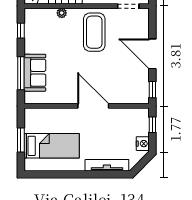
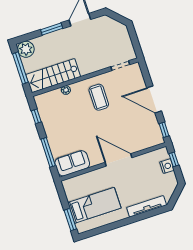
coffee table: (94, 32) -> (99, 97), width x0.73, depth x0.76
sofa: (35, 73) -> (72, 163), moved, turned -90
window: (21, 140) -> (70, 220), moved
nightstand: (143, 144) -> (167, 166), moved

